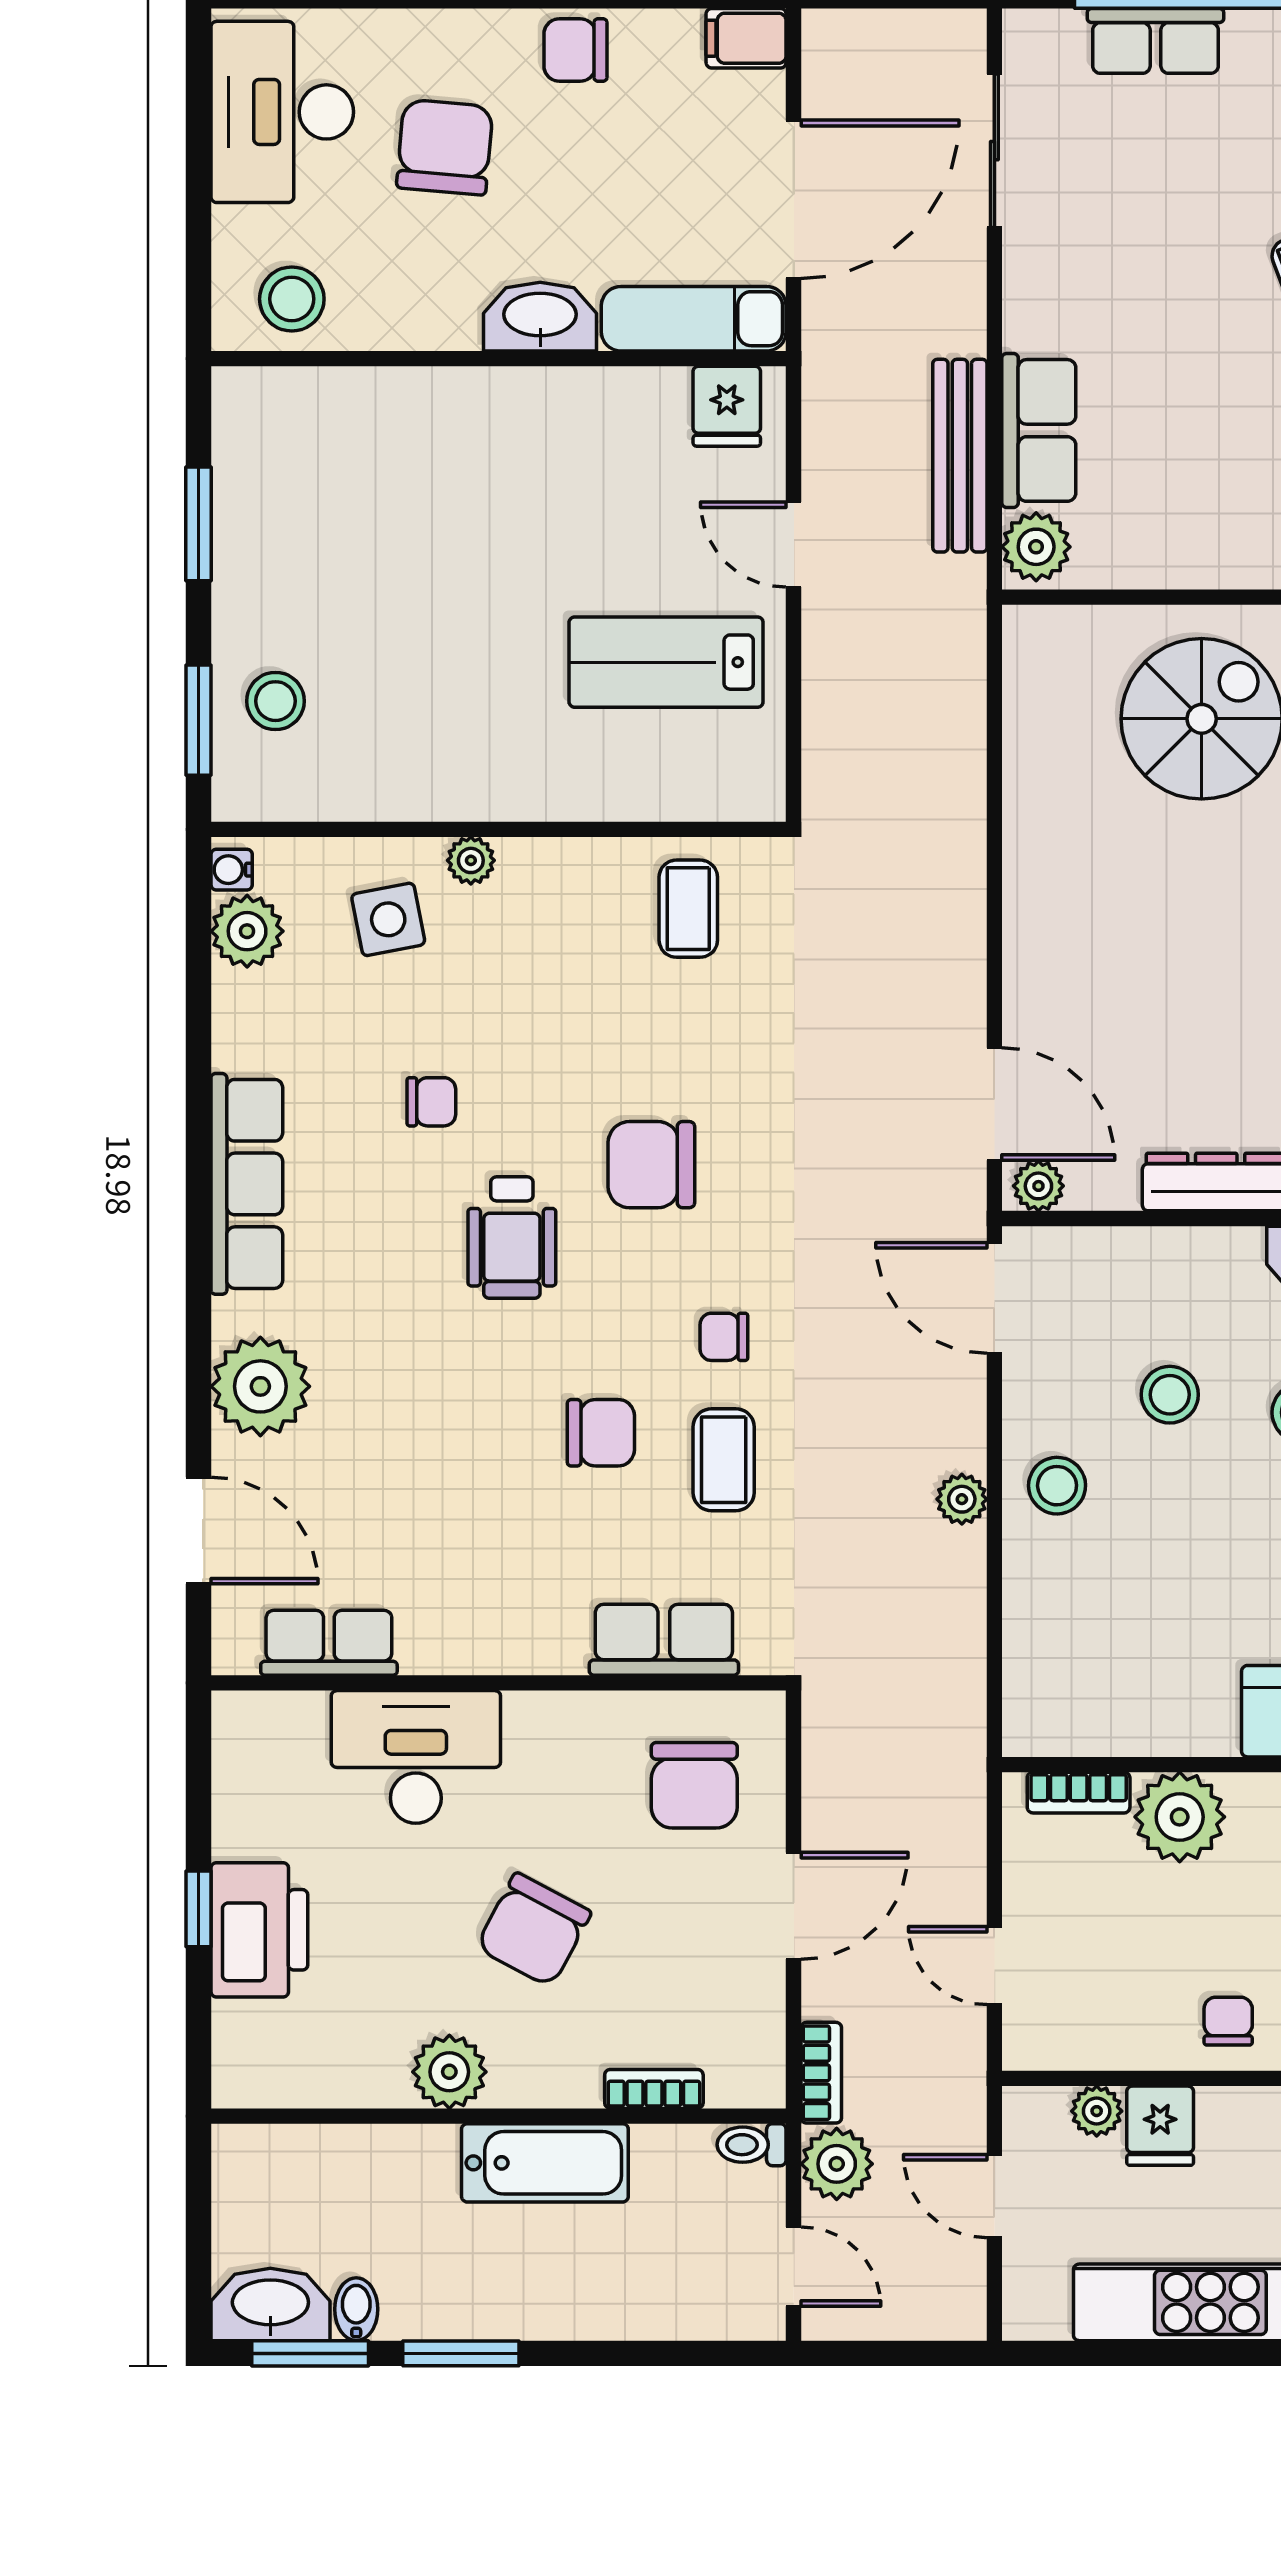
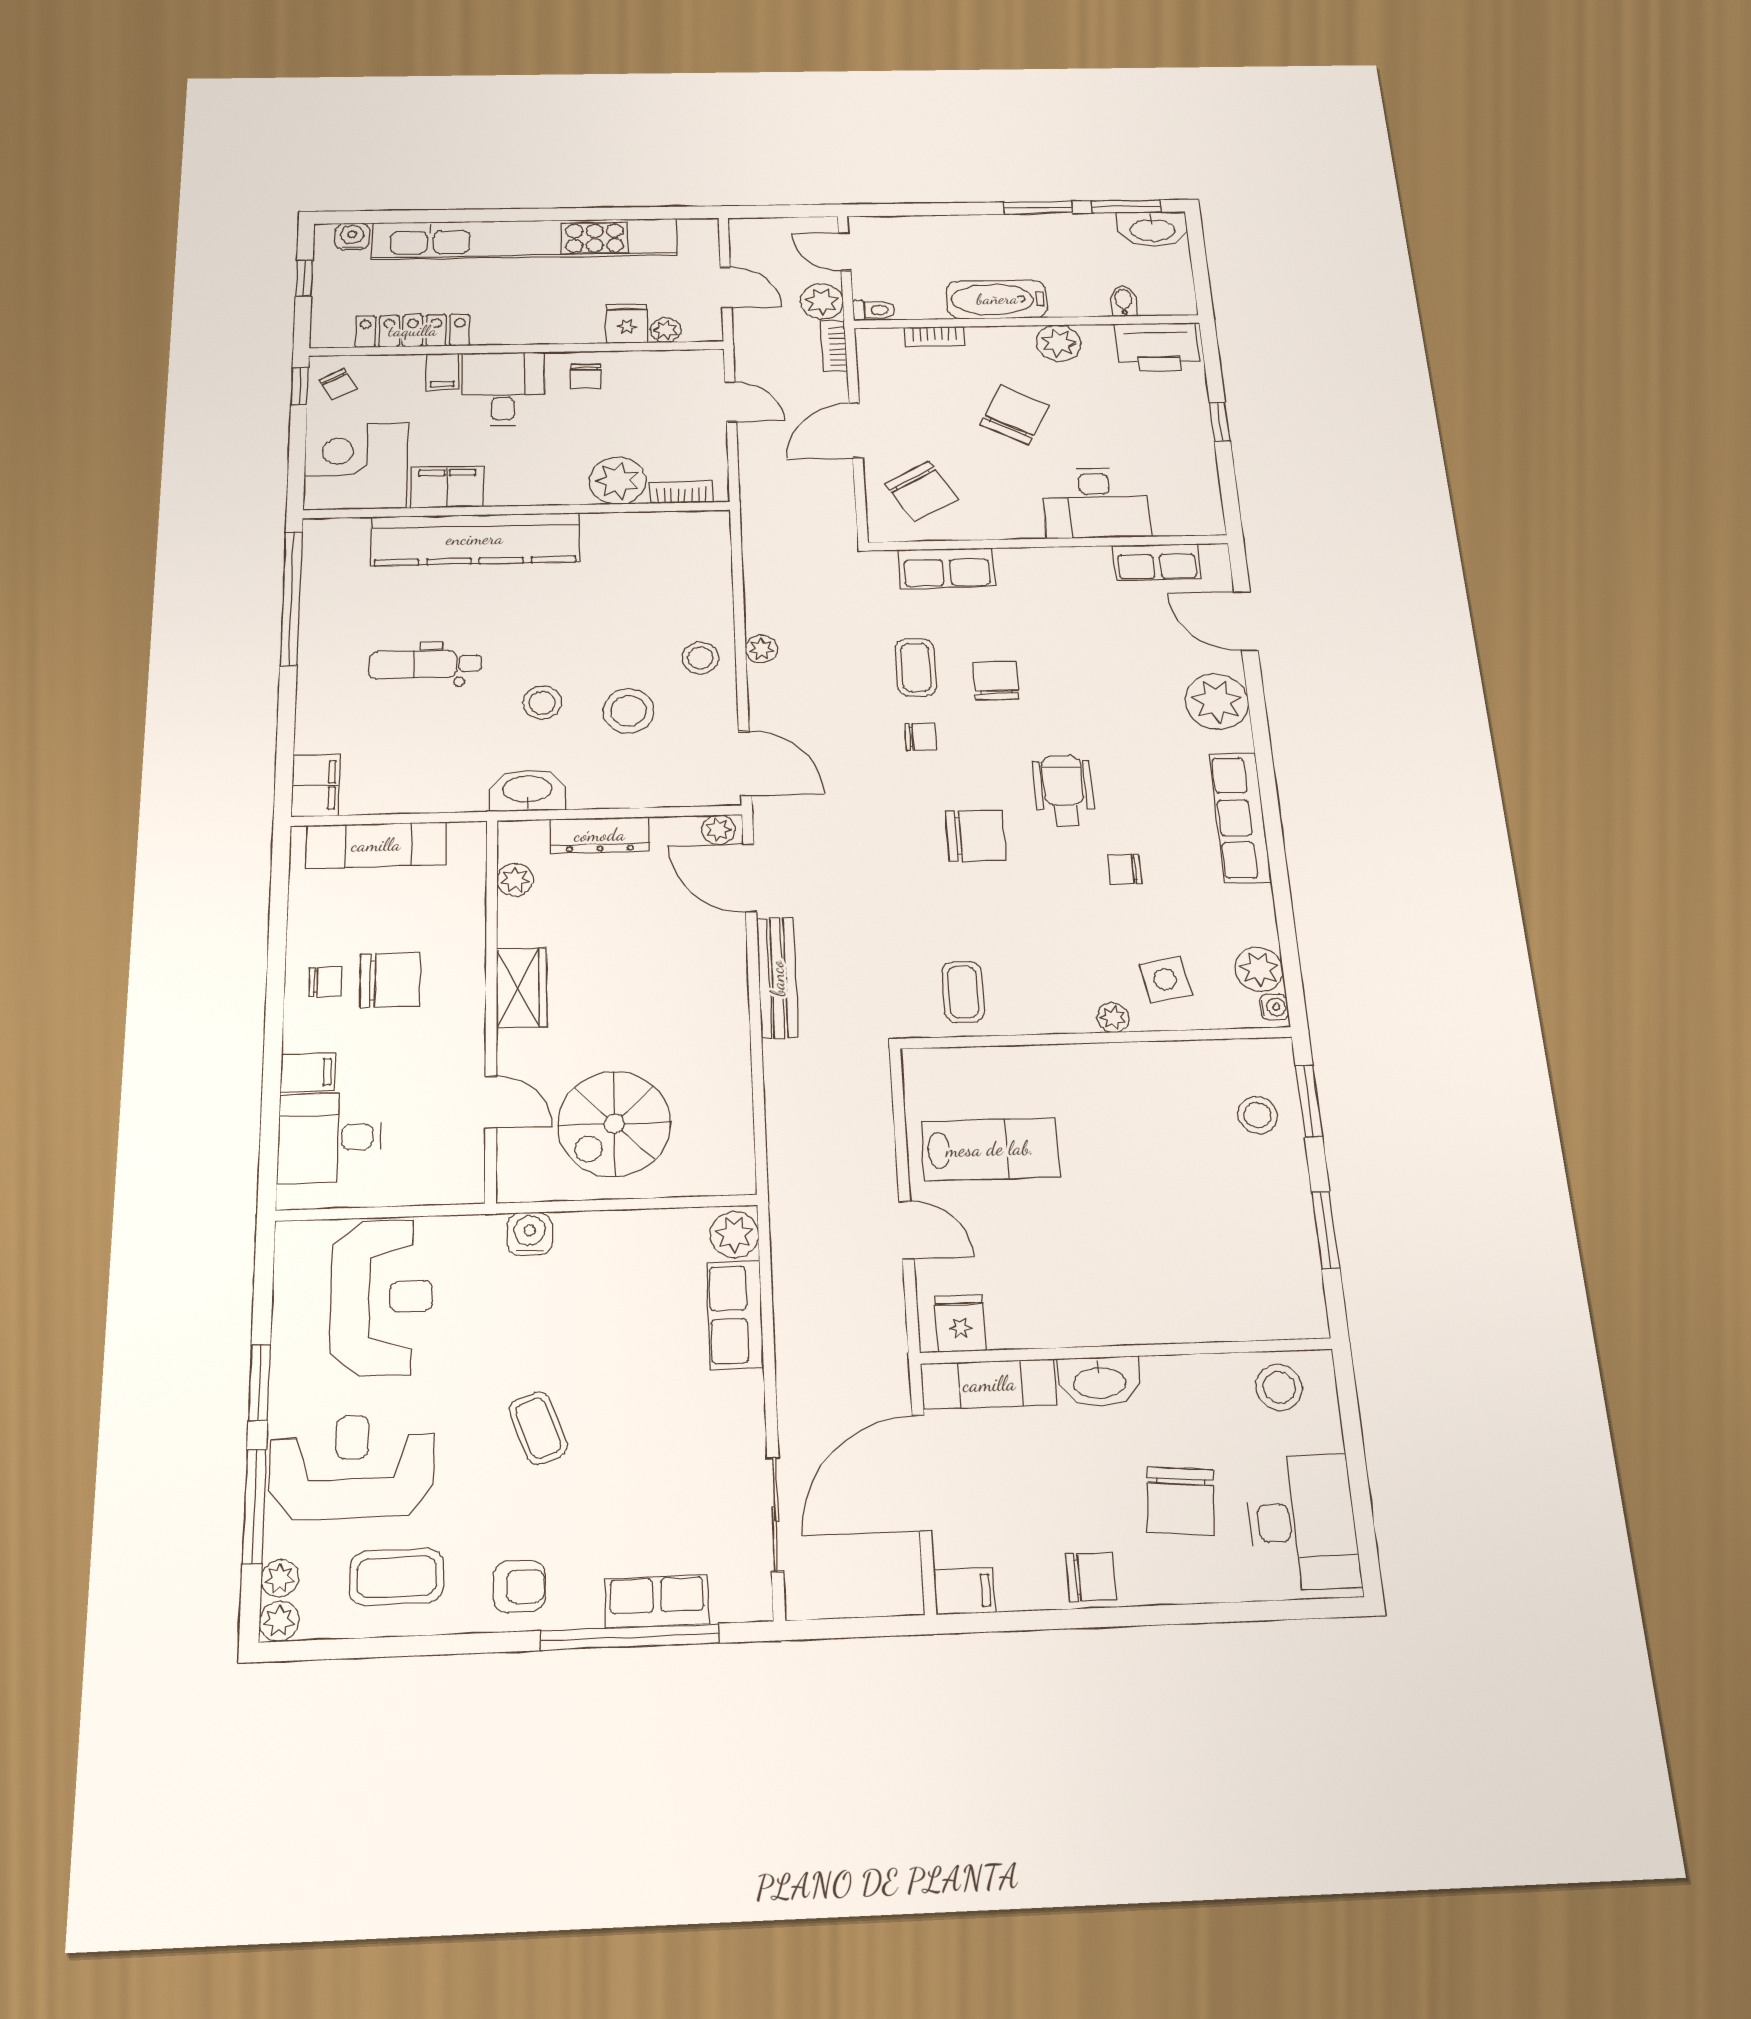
bench: (960, 456) -> (777, 978), moved
stool: (1170, 1395) -> (628, 711), width x1.38, depth x1.38
chair: (601, 1433) -> (996, 681), turned 90
chair: (694, 1785) -> (922, 491), turned 150
printer: (259, 1930) -> (1157, 347), moved, turned -90
bidet: (356, 2309) -> (1123, 301), moved, turned 180

